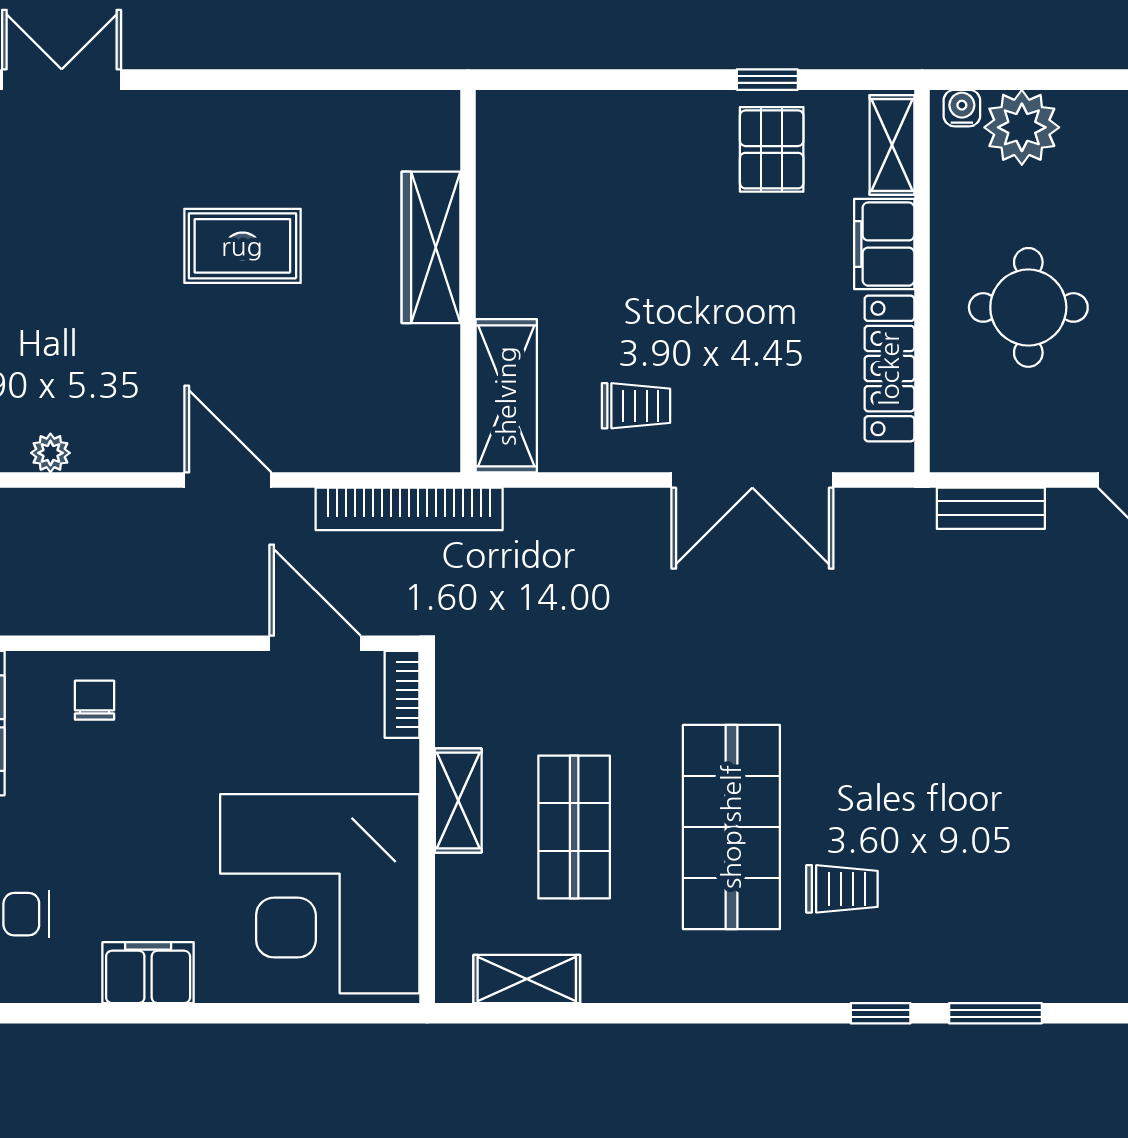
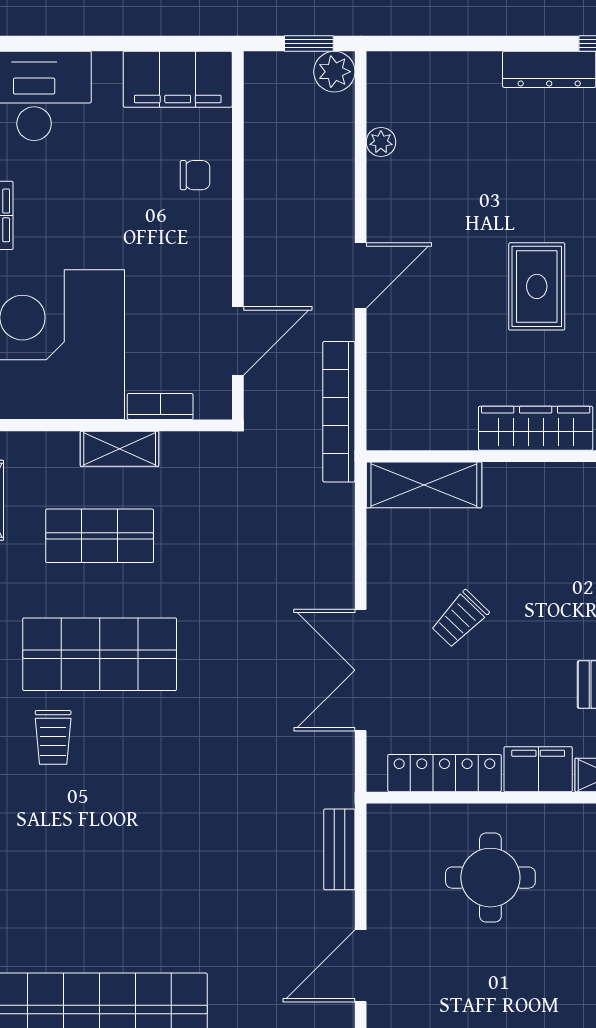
trolley: (636, 406) -> (460, 619), moved, turned 44
bookcase: (402, 694) -> (160, 406), moved

